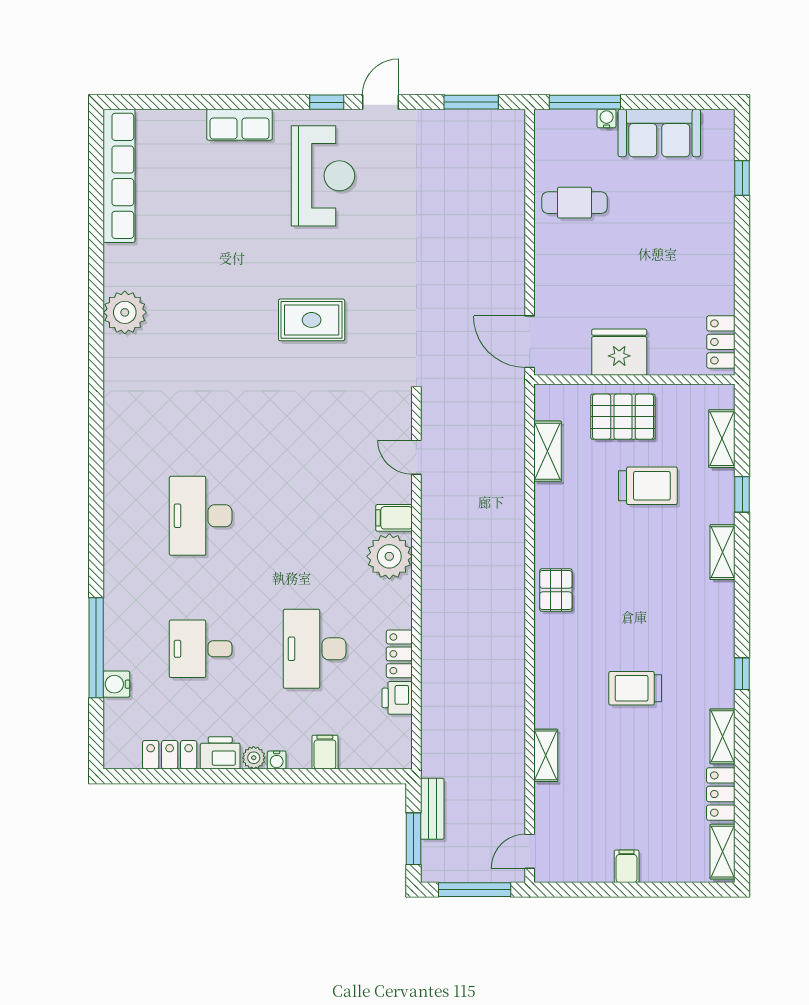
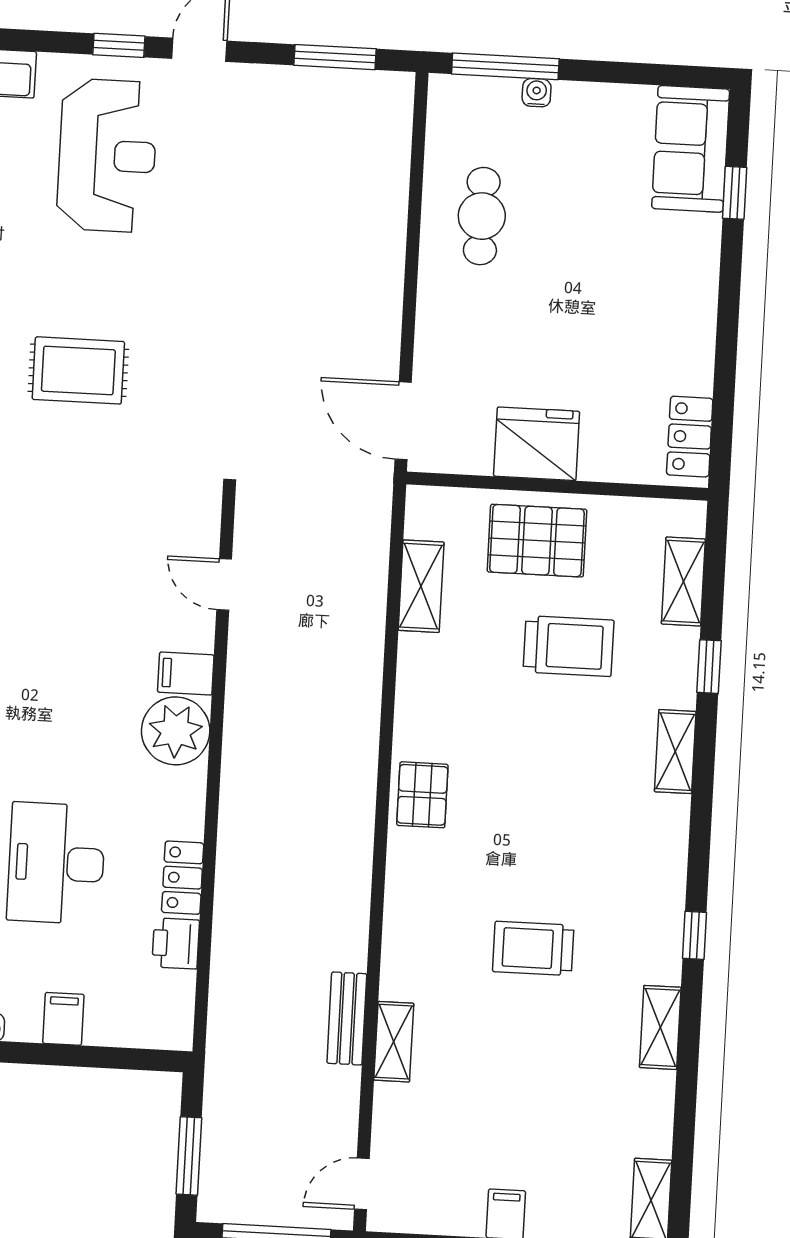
sofa: (659, 133) -> (691, 149), moved, turned 90
cafe table: (575, 203) -> (482, 216), turned 90
locker: (721, 794) -> (653, 1114), removed
bench: (432, 809) -> (347, 1019), moved

